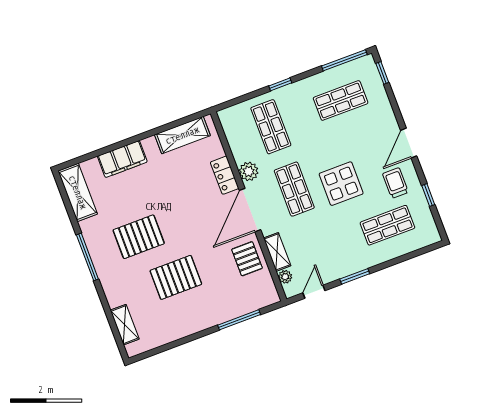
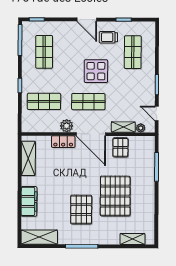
pallet: (247, 259) -> (120, 147), turned 90
pallet: (176, 277) -> (115, 196), width x1.37, depth x1.41

